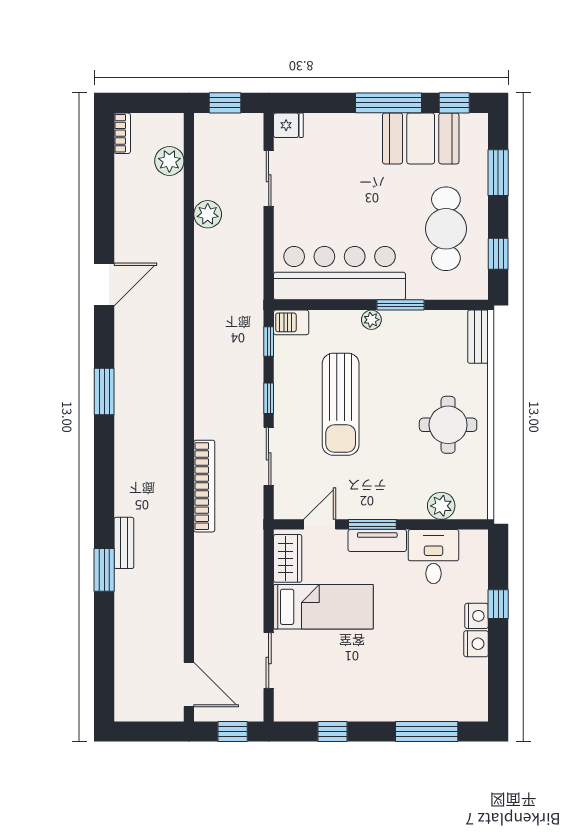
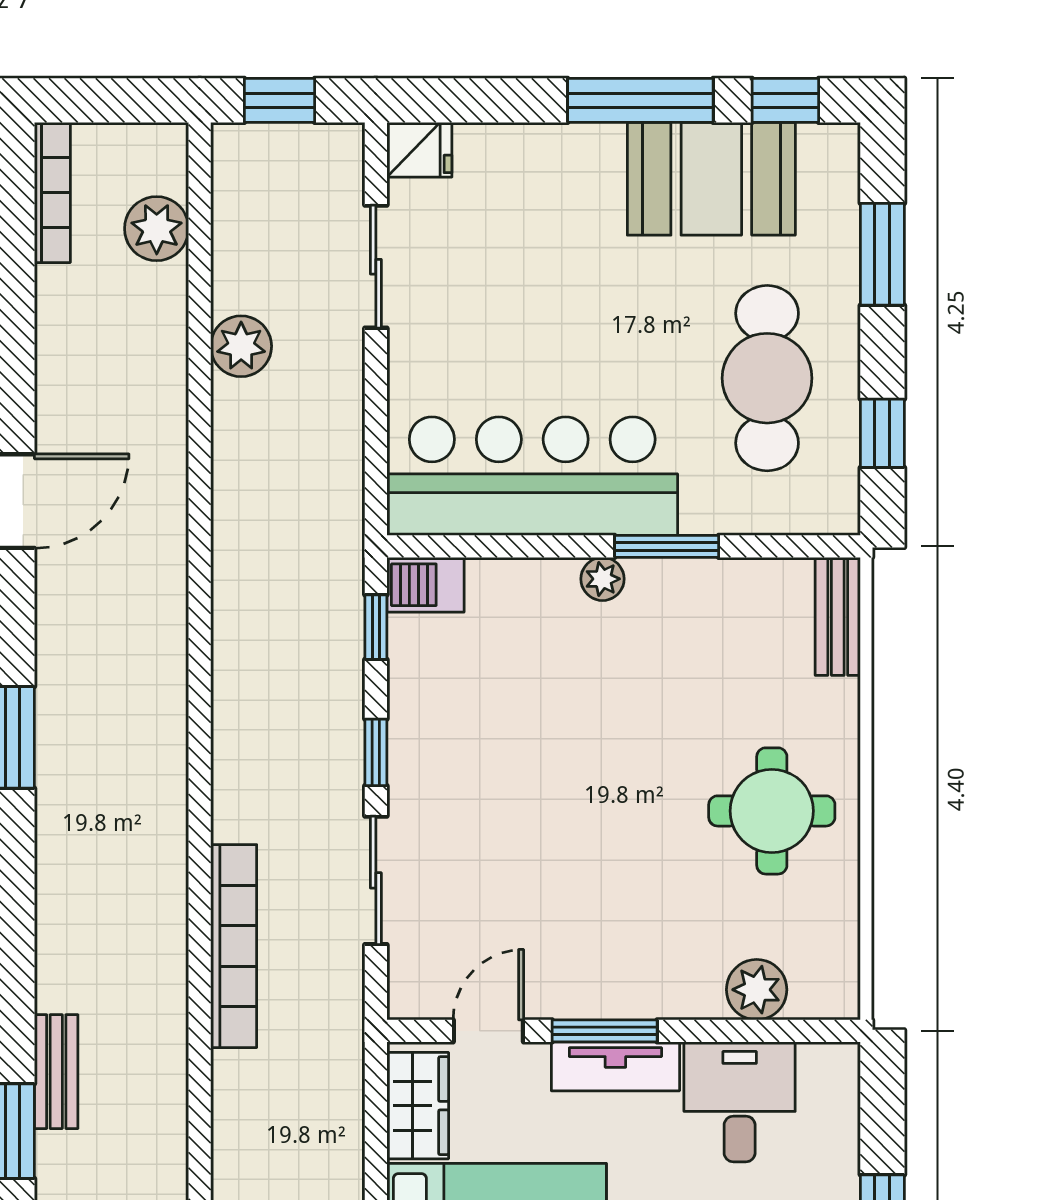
bookcase: (122, 133) -> (52, 193), width x1.56
sun lounger: (341, 404) -> (535, 766), removed

